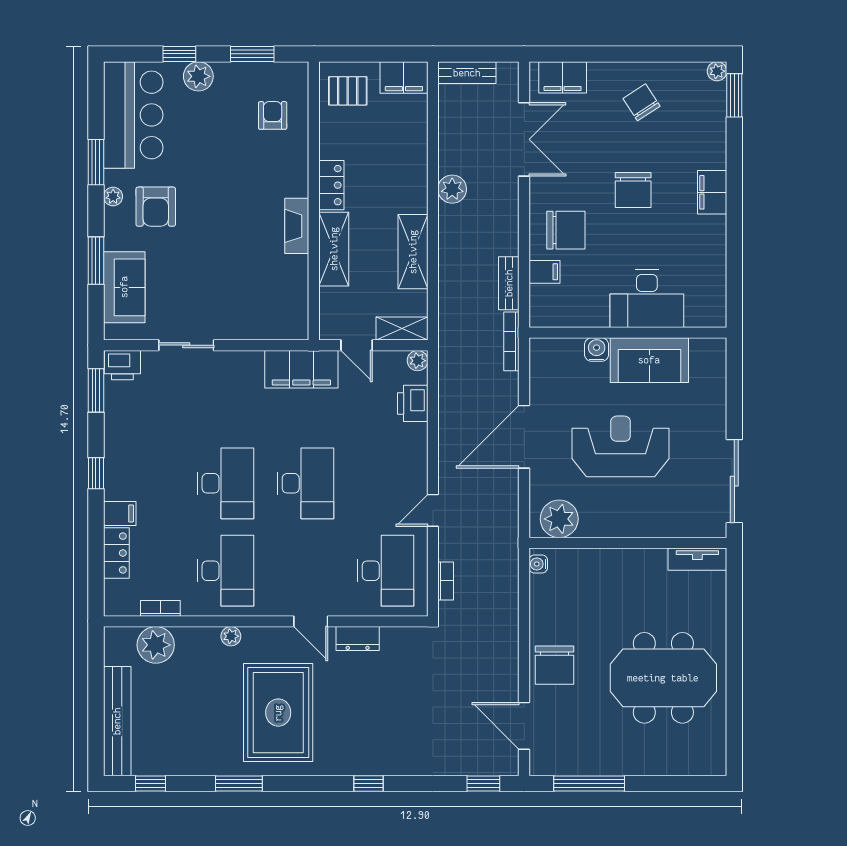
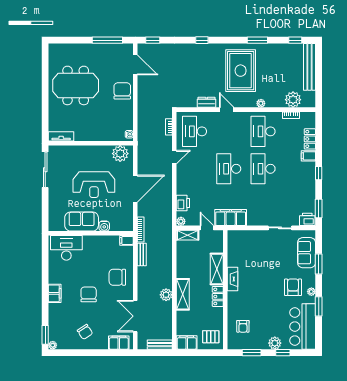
shelving: (413, 252) -> (183, 294), moved
filing cabinet: (544, 272) -> (127, 240), moved
desk: (647, 299) -> (66, 248), moved

